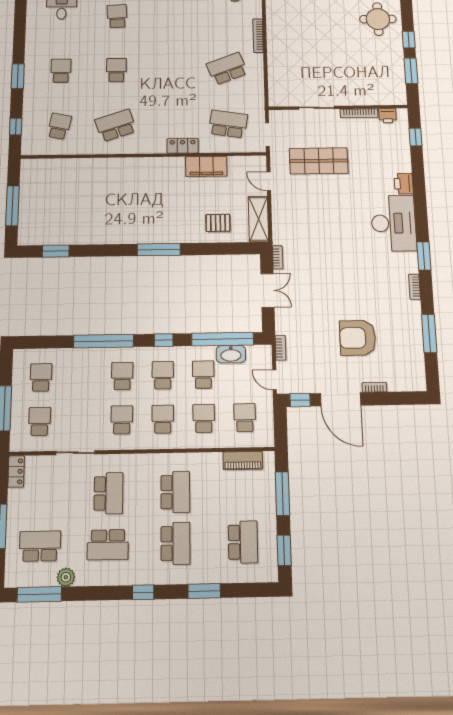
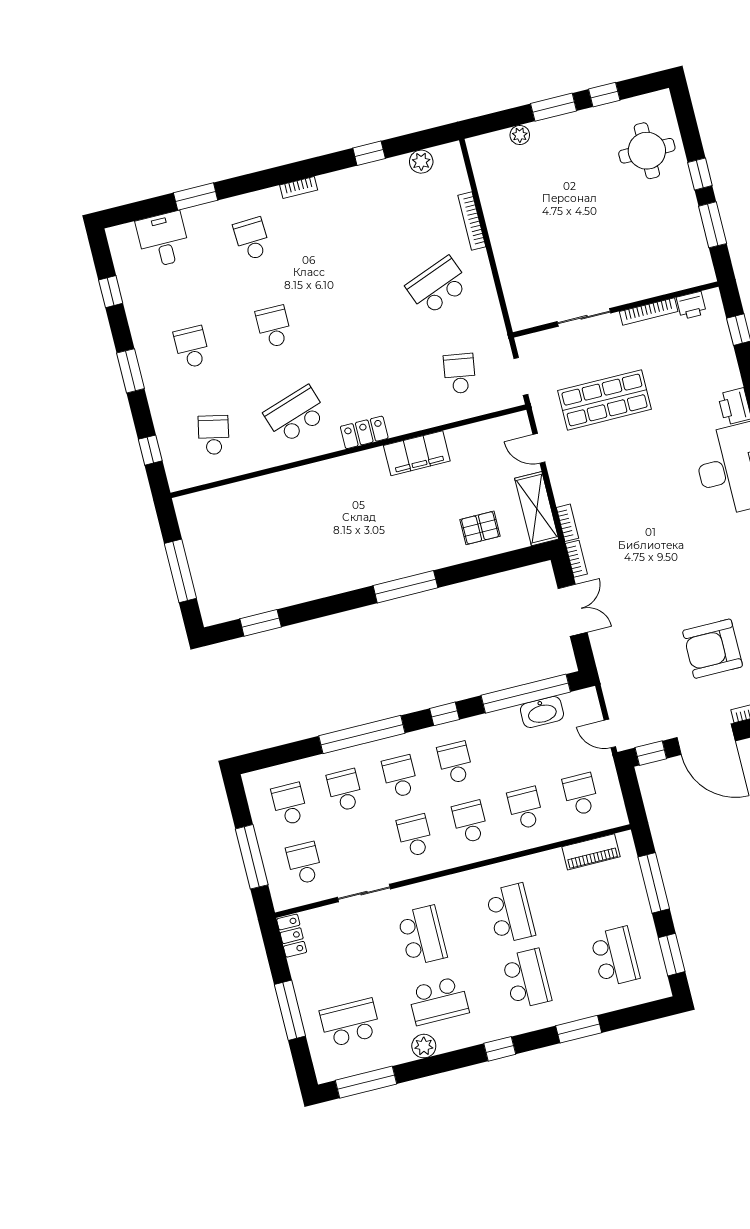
window: (20, 27) -> (111, 292), added
school desk: (228, 124) -> (460, 374), width x0.54
locker: (183, 146) -> (364, 432), moved
filing cabinet: (206, 166) -> (417, 453), moved
bookcase: (281, 348) -> (568, 523), moved
school desk: (203, 375) -> (345, 790), moved
plant: (66, 577) -> (424, 1046), moved

